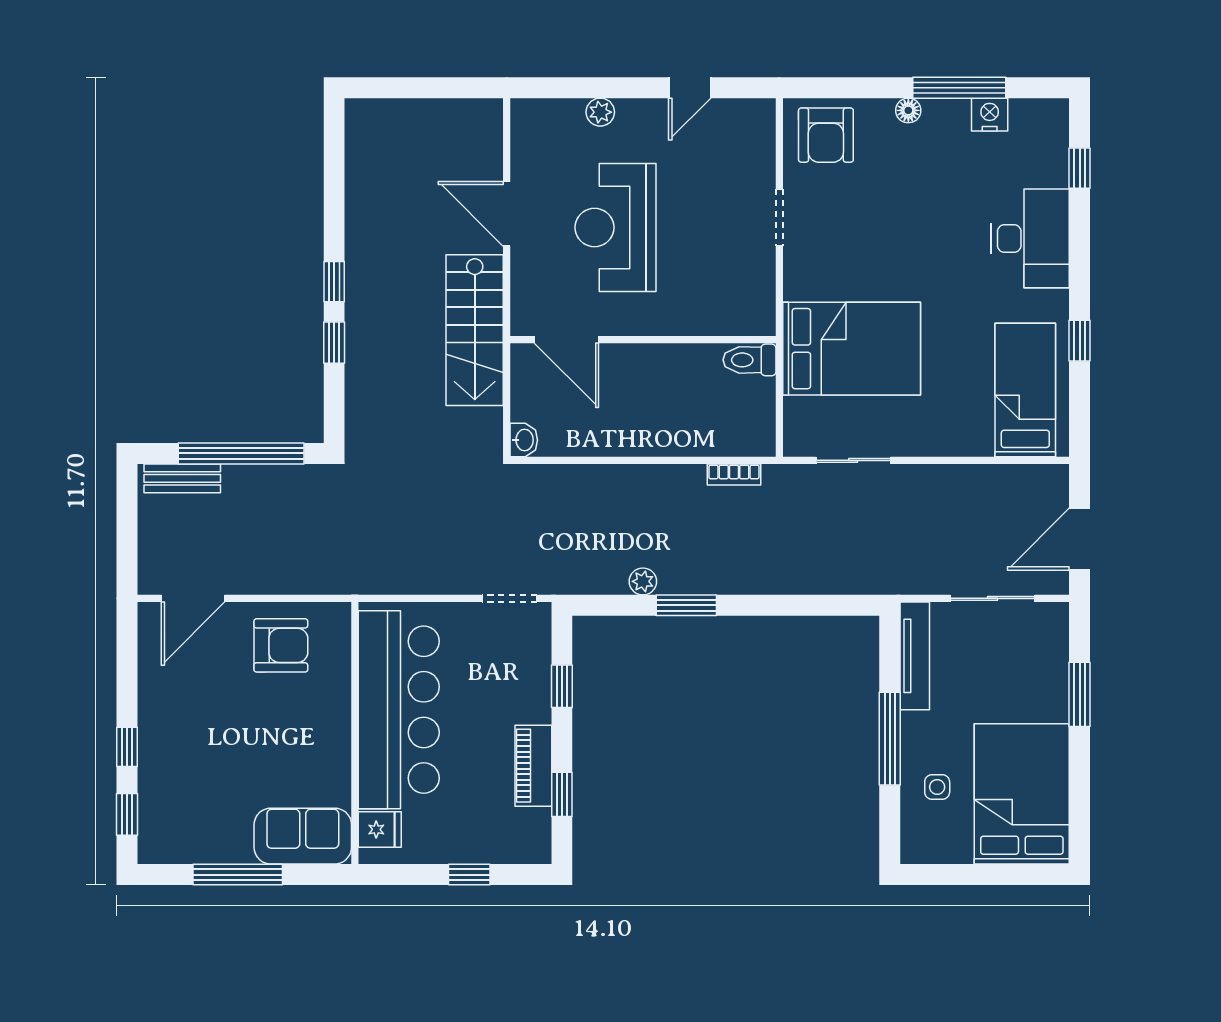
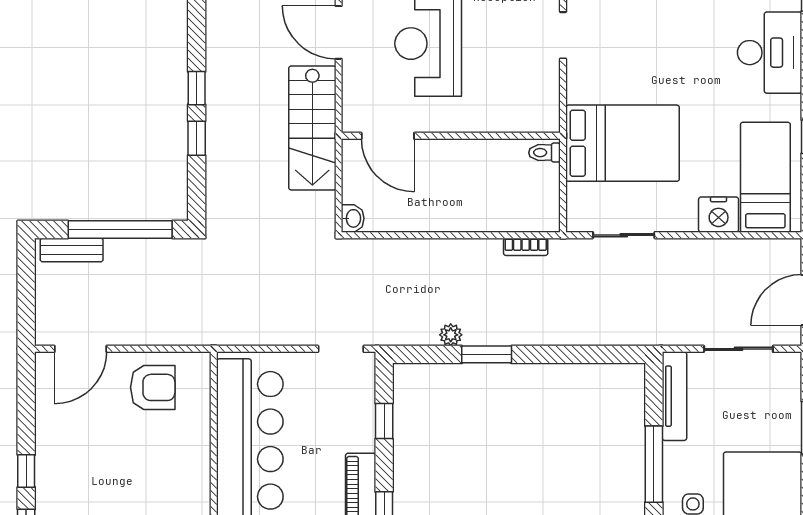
toilet: (750, 360) -> (545, 153), width x0.73, depth x0.72
nightstand: (968, 435) -> (719, 215), added

